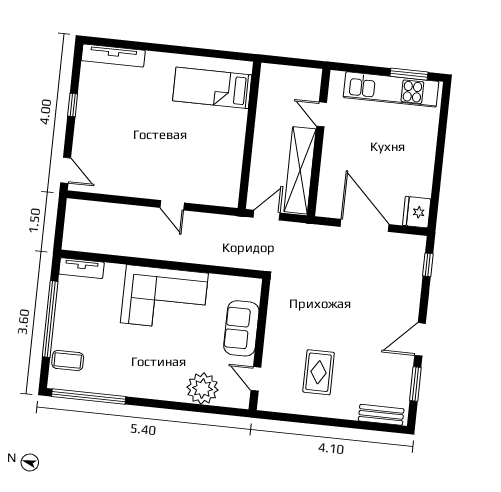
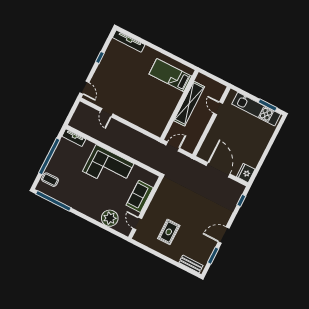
shelving: (300, 170) -> (189, 104), moved
door: (172, 205) -> (107, 113), moved

